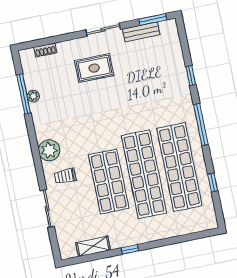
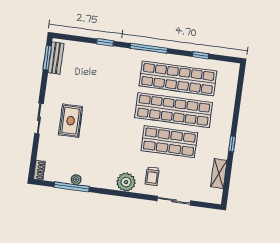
sliding door: (103, 30) -> (39, 119), moved
bench: (141, 32) -> (56, 58), moved
shoe rack: (45, 50) -> (39, 170), moved

